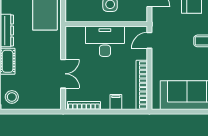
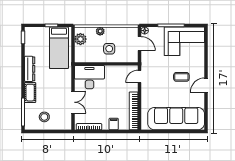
desk: (105, 41) -> (89, 77), moved
stool: (12, 97) -> (44, 117), moved

